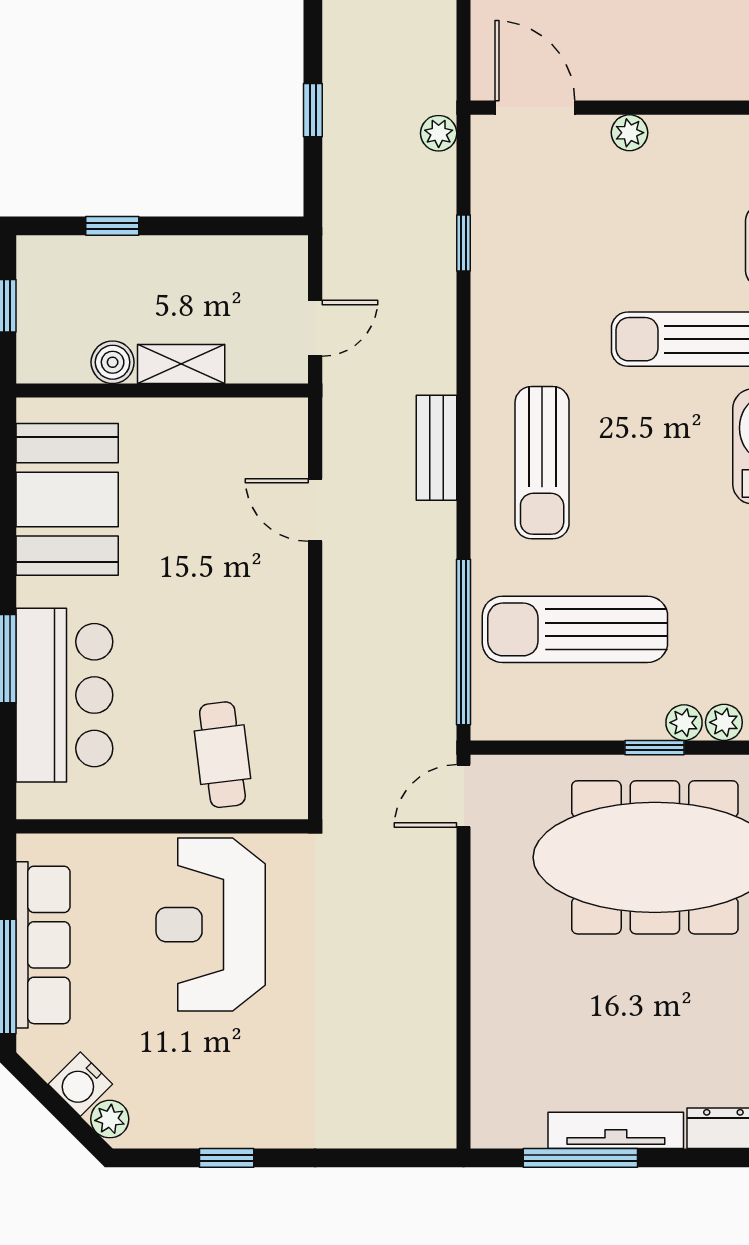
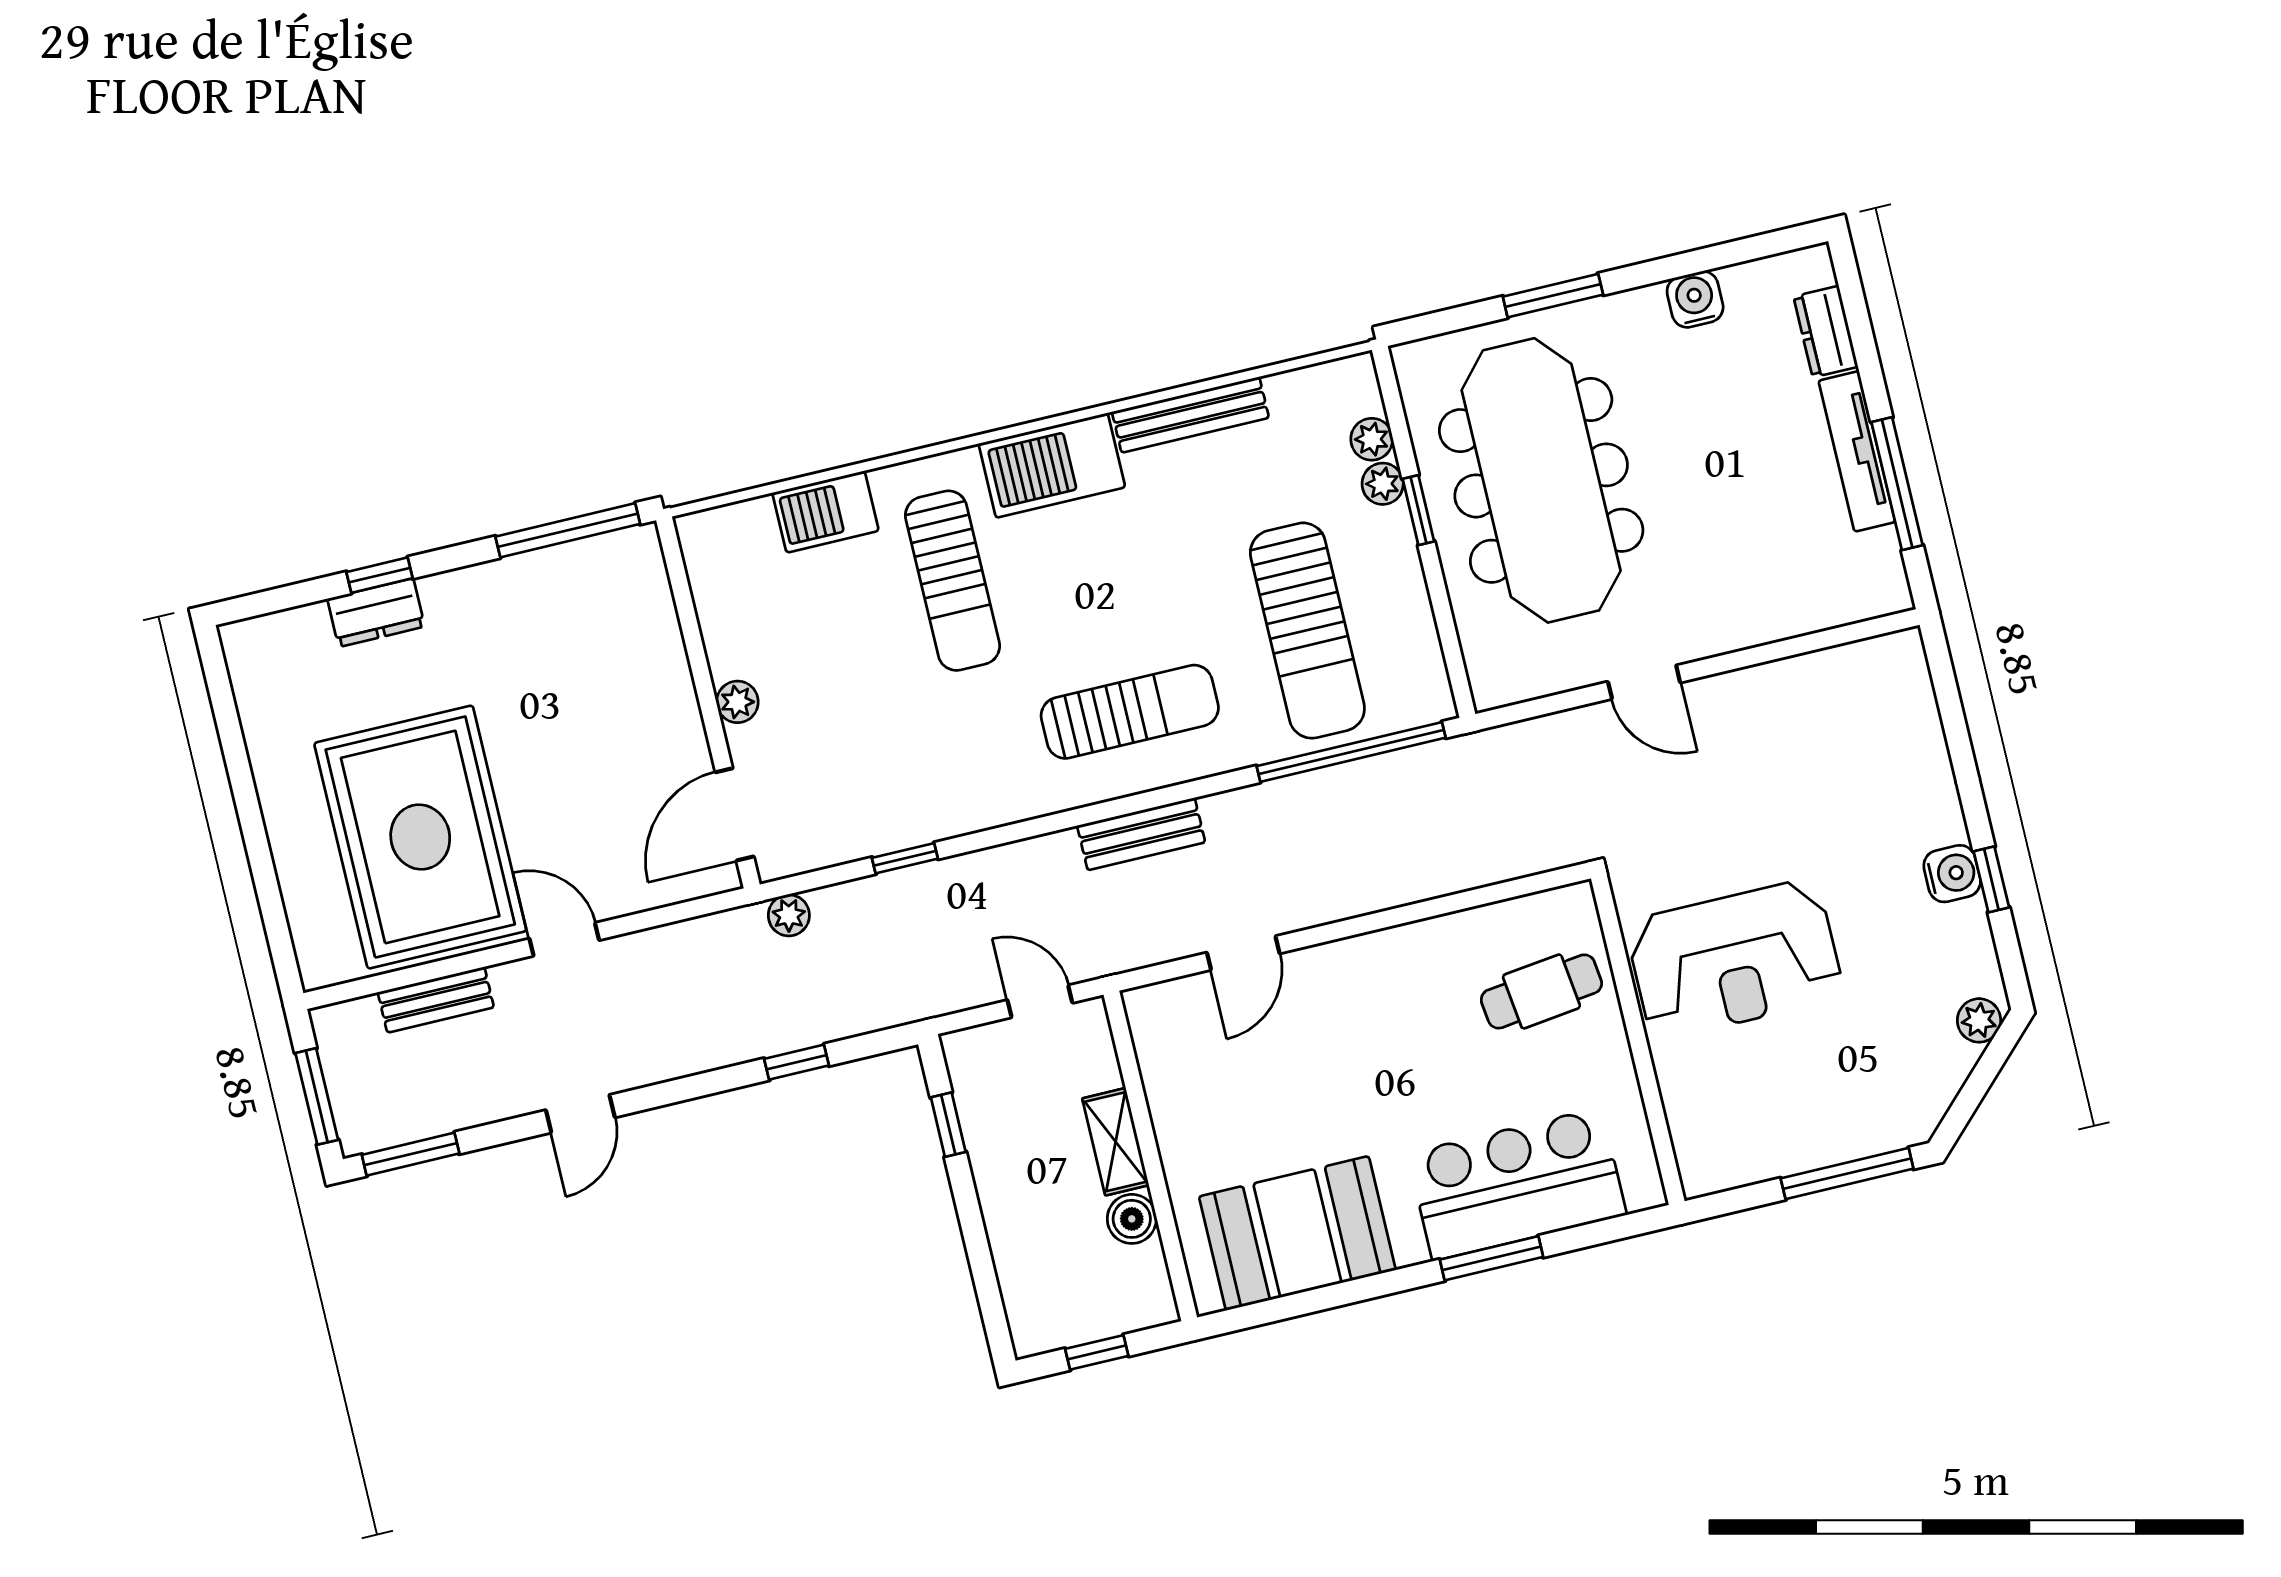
window: (112, 226) -> (948, 1125), moved
door: (463, 796) -> (1644, 682), moved
row of seats: (43, 945) -> (1802, 1141), removed
water cooler: (80, 1084) -> (1952, 874), moved, turned -45

